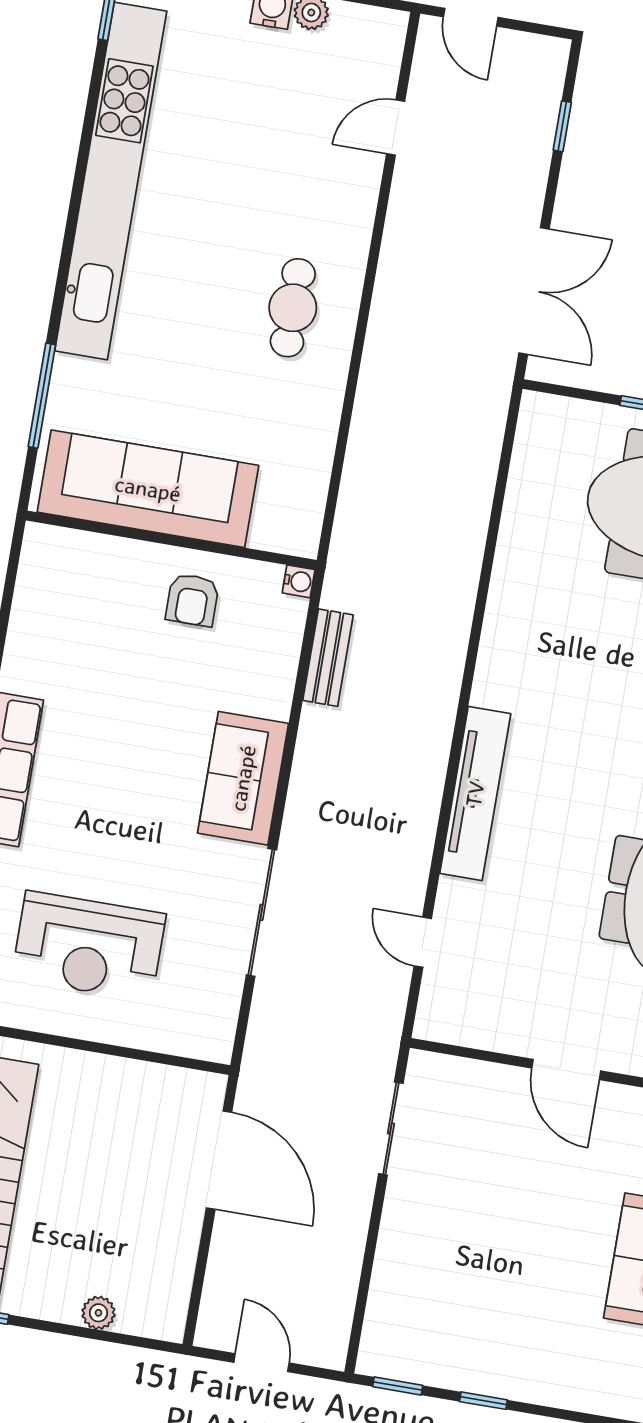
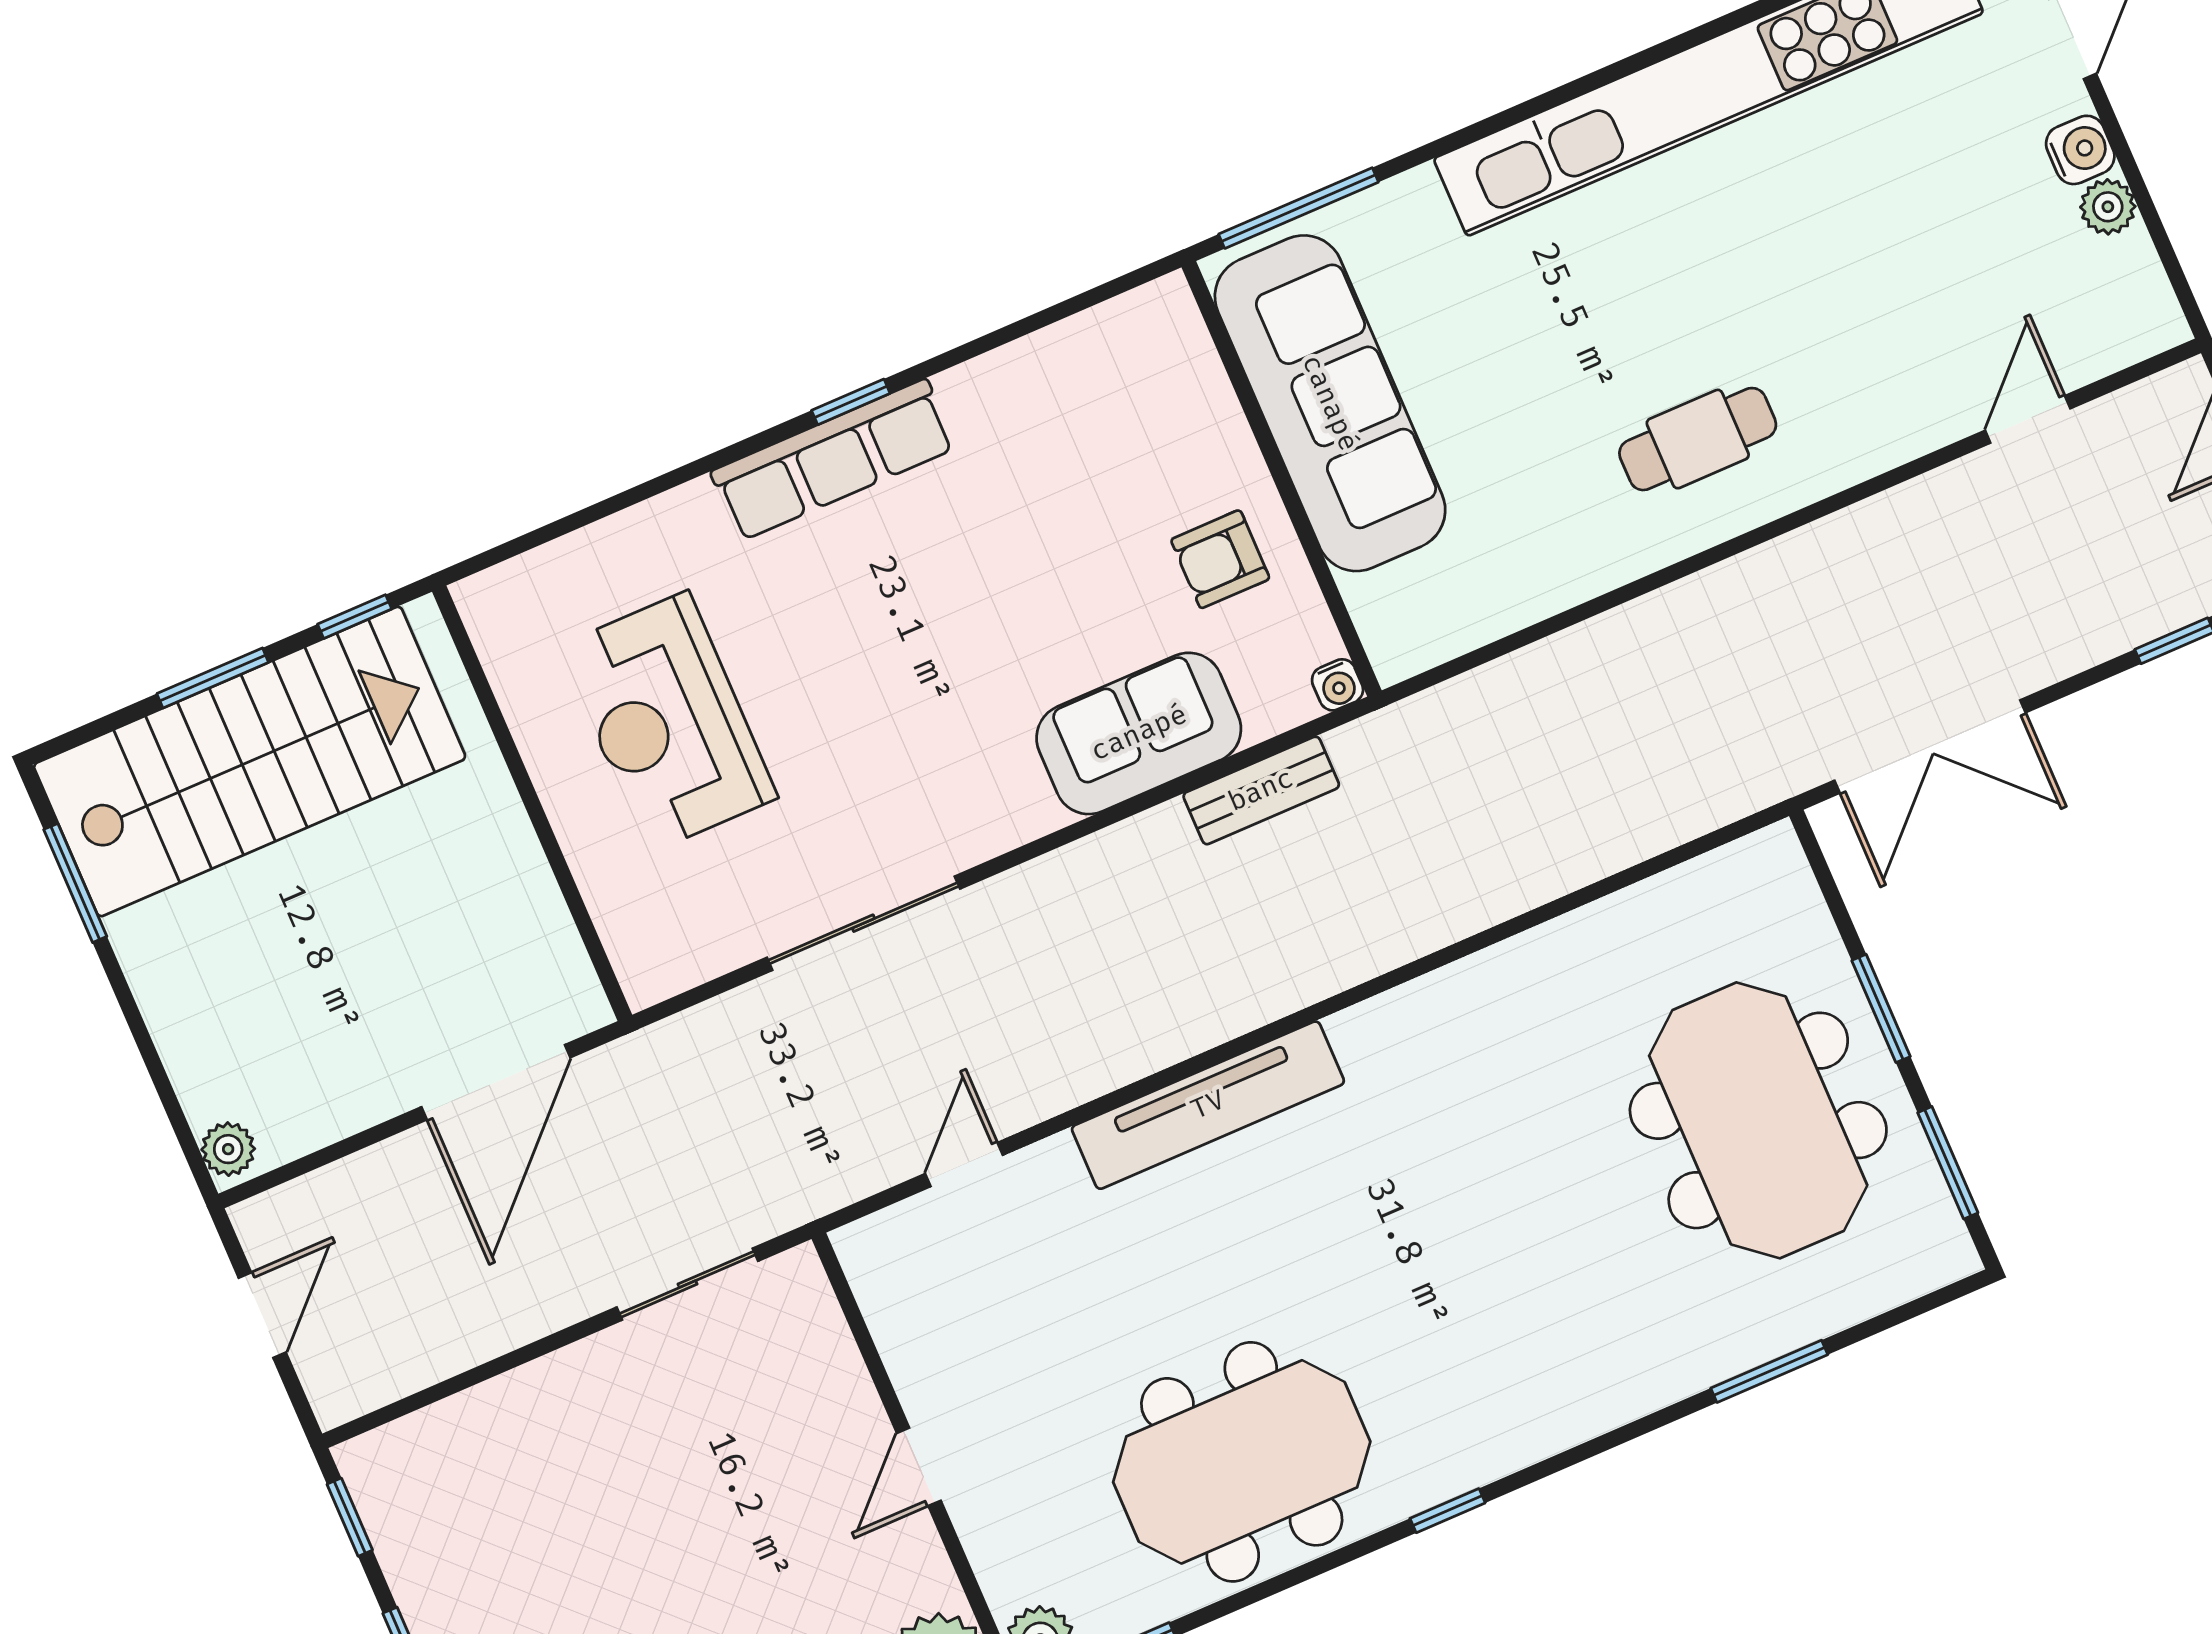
door: (396, 127) -> (2028, 419), hinge flipped
window: (42, 396) -> (1298, 208), moved
sofa: (243, 778) -> (1139, 733), moved
door: (566, 1069) -> (919, 1467), width x0.73
plant: (98, 1313) -> (228, 1149), moved

